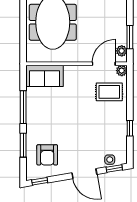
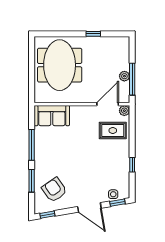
window: (130, 37) -> (132, 79), width x1.44
plant: (122, 51) -> (124, 76), moved
armchair: (47, 155) -> (54, 190), turned 145

